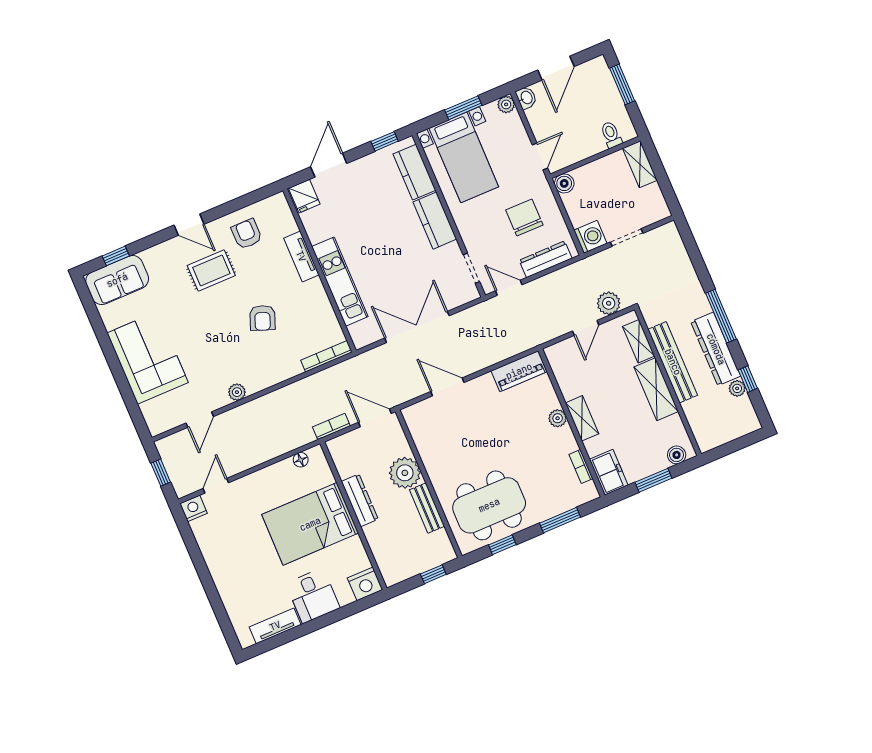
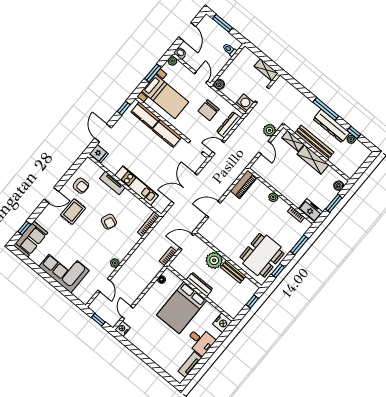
shelving: (640, 164) -> (266, 70), moved
chair: (524, 218) -> (209, 110), turned -90
armchair: (247, 234) -> (81, 186), turned 180
shelving: (582, 418) -> (285, 191), removed

